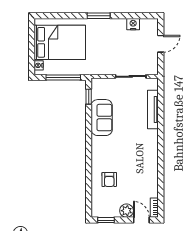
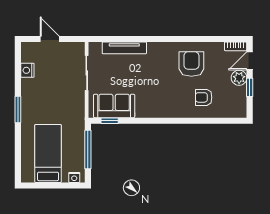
bed: (60, 42) -> (48, 154), width x0.67
sofa: (102, 118) -> (114, 106), moved
armchair: (139, 169) -> (191, 64), added
armchair: (109, 179) -> (204, 97), turned 180
window: (106, 220) -> (250, 87), moved

